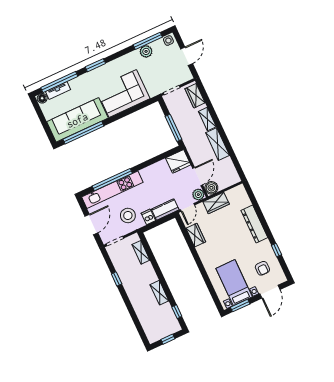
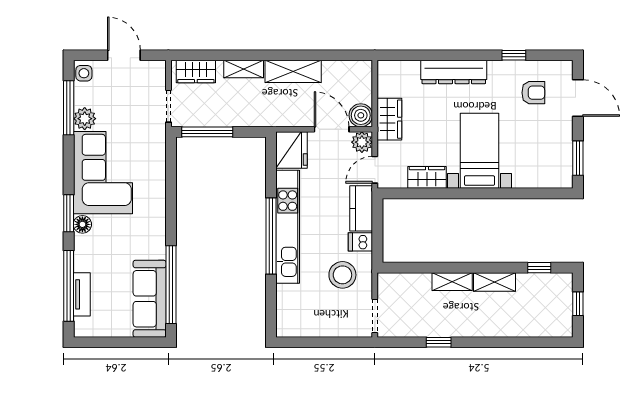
corner sofa: (123, 94) -> (103, 173), moved, turned 180
floor lamp: (42, 98) -> (82, 224), moved
sofa: (77, 120) -> (150, 299), width x0.74, depth x0.79
window: (174, 128) -> (207, 132), moved
window: (112, 180) -> (271, 236), moved
kitchen unit: (112, 190) -> (288, 227), moved
door: (188, 207) -> (375, 170), swing flipped
door: (91, 225) -> (329, 342), removed
shelving: (141, 252) -> (452, 282), moved
bed with nightstands: (234, 283) -> (480, 151), moved, turned 90

